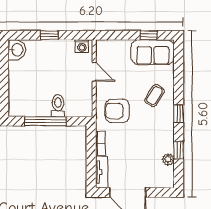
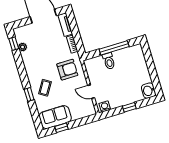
window: (179, 114) -> (29, 94), moved
window: (179, 150) -> (14, 44), moved

